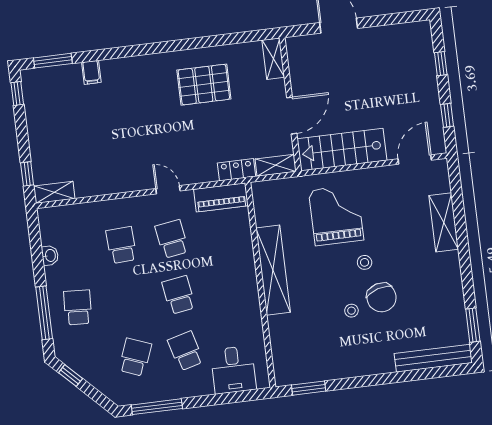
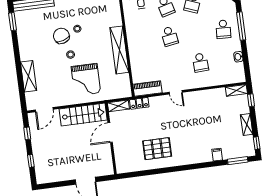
shelving: (273, 59) -> (247, 124), moved
school desk: (172, 239) -> (173, 66), removed

